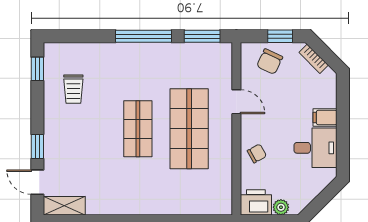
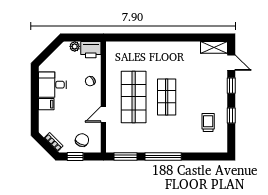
window: (37, 69) -> (231, 116), moved
door: (236, 102) -> (103, 114), hinge flipped

